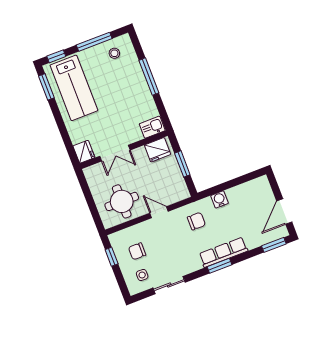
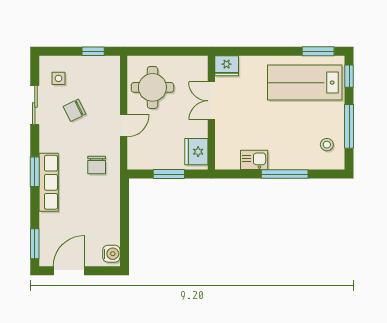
kitchen sink: (152, 127) -> (254, 160), moved, turned -90
water cooler: (220, 199) -> (111, 254), moved
door: (284, 212) -> (69, 271), hinge flipped
chair: (137, 251) -> (74, 110), moved, turned -116

